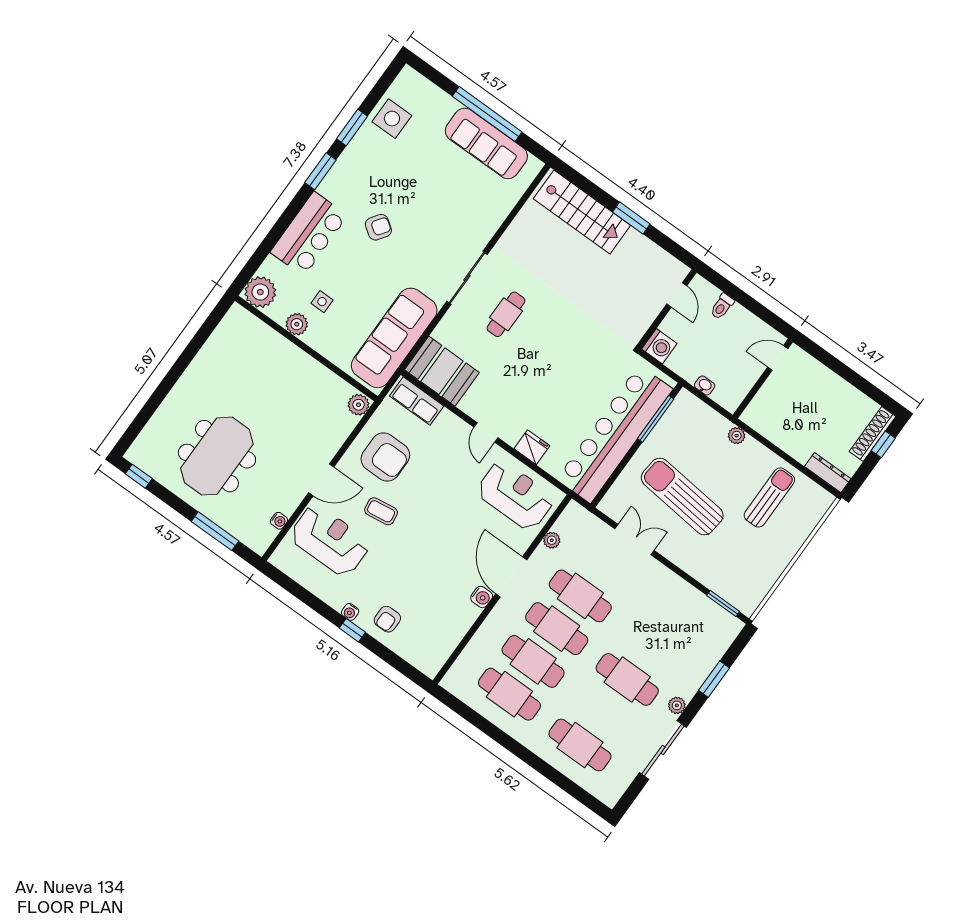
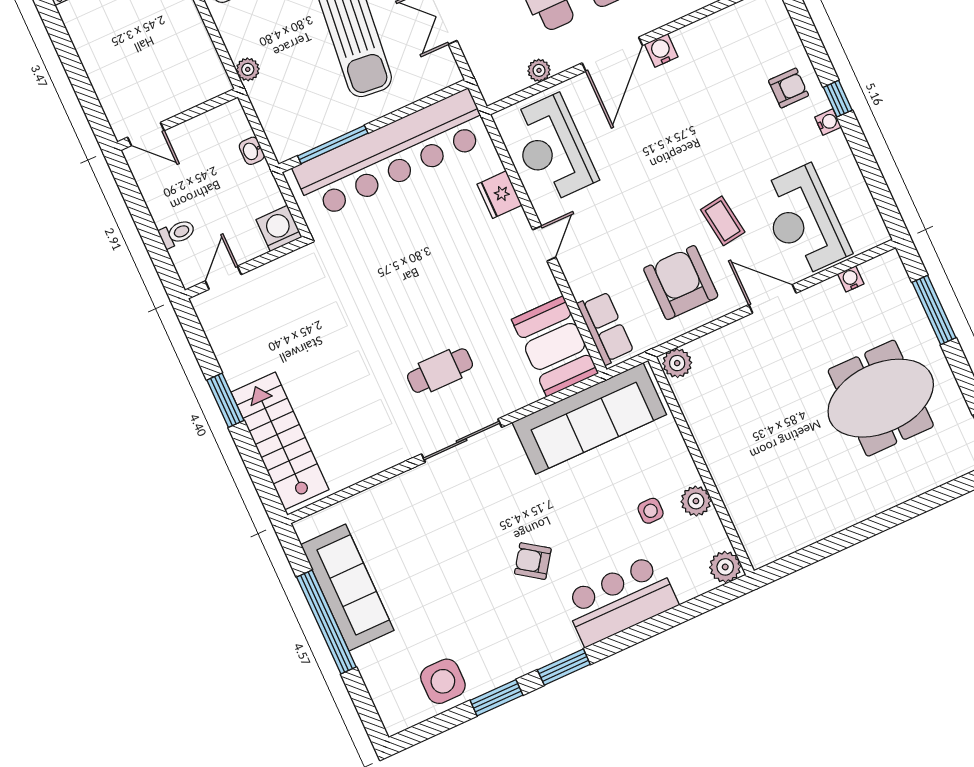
plant: (260, 292) -> (725, 567), width x0.73, depth x0.73

